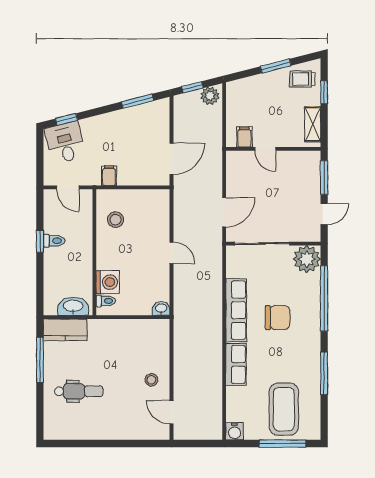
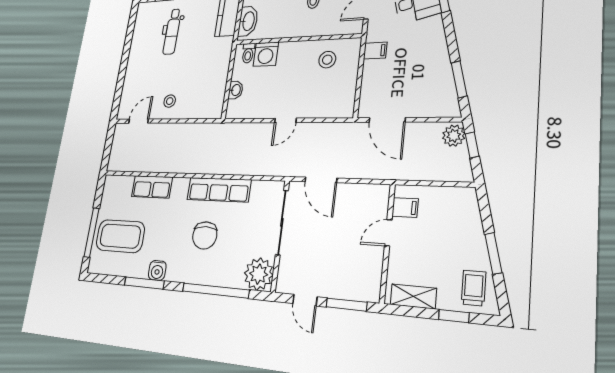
plant: (210, 96) -> (454, 136), moved
washbasin: (161, 308) -> (236, 90), moved
row of seats: (236, 364) -> (152, 187), moved
water cooler: (235, 431) -> (157, 270), moved, turned -90

